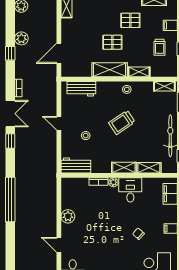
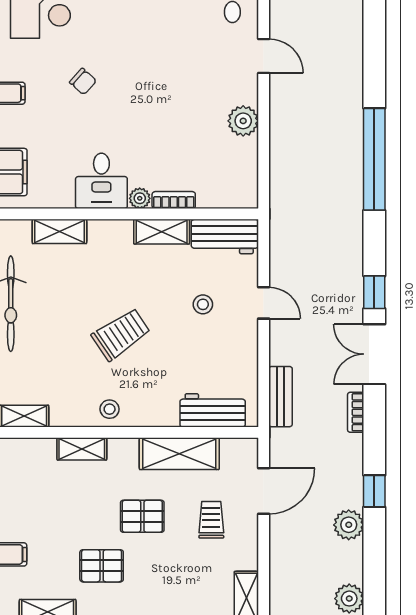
trolley: (160, 47) -> (211, 520), moved
shelving: (110, 70) -> (179, 454), moved
bench: (51, 95) -> (281, 397), added
door: (59, 123) -> (264, 303), moved
shelving: (124, 168) -> (162, 232), moved

